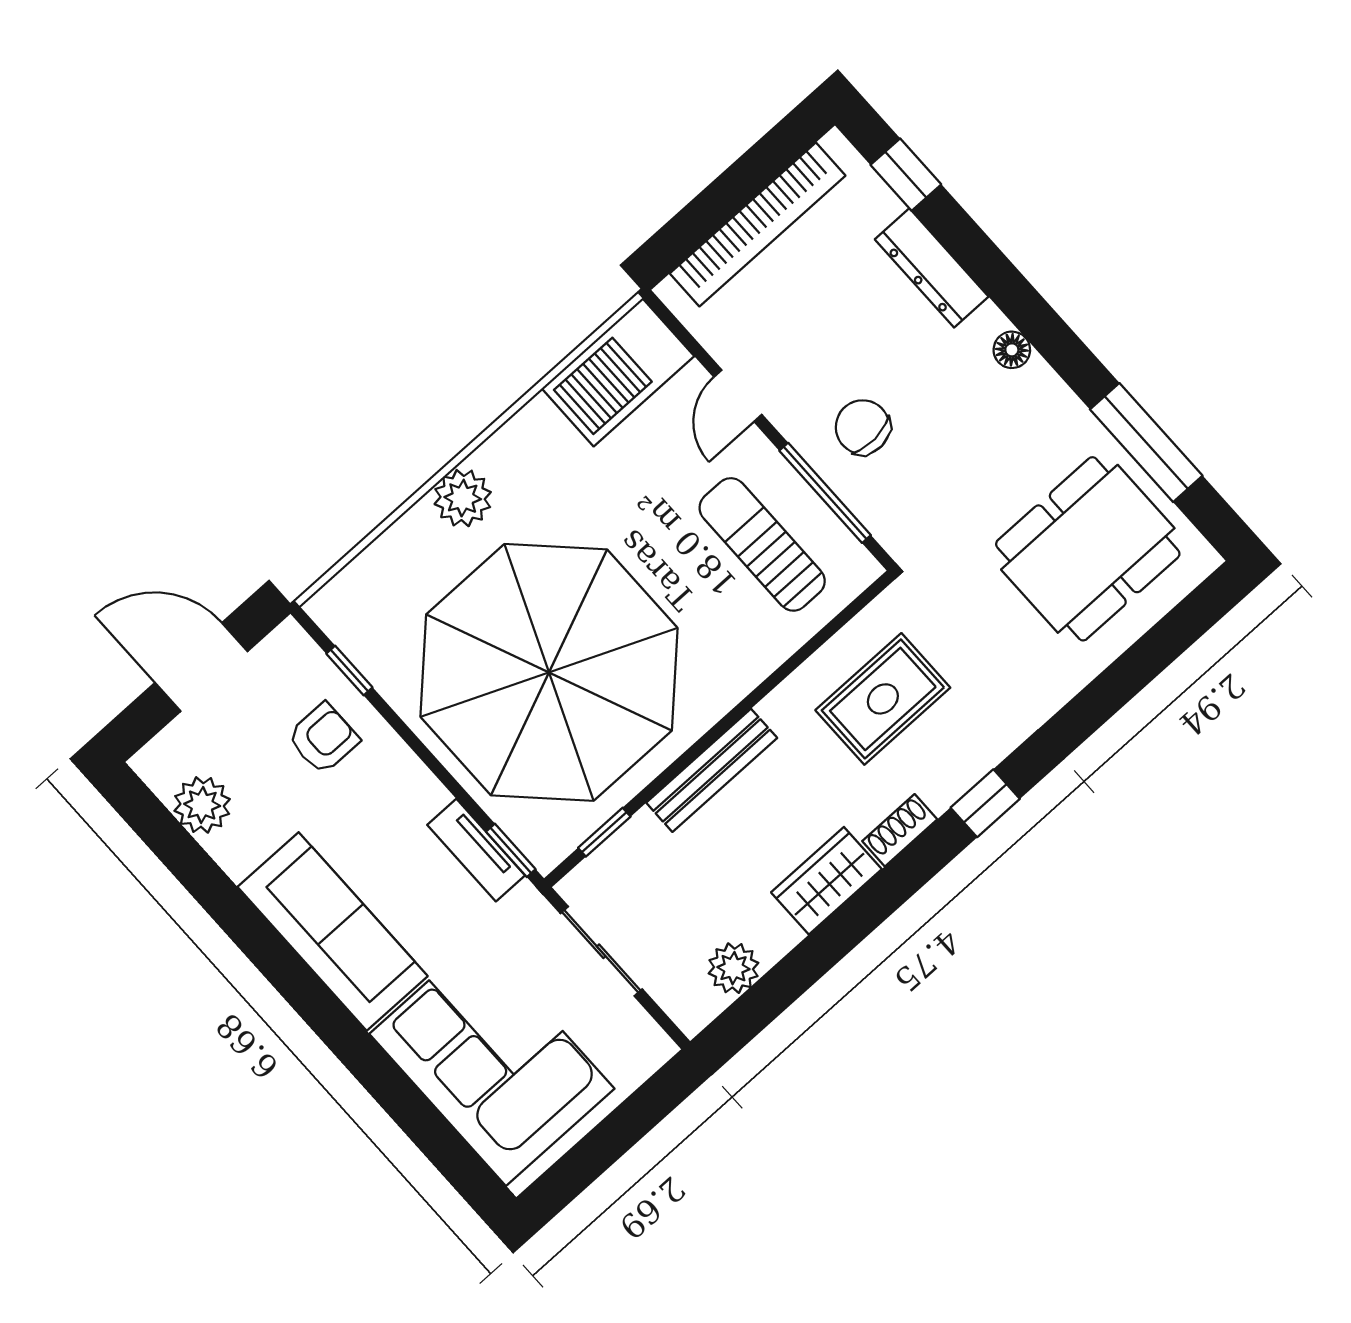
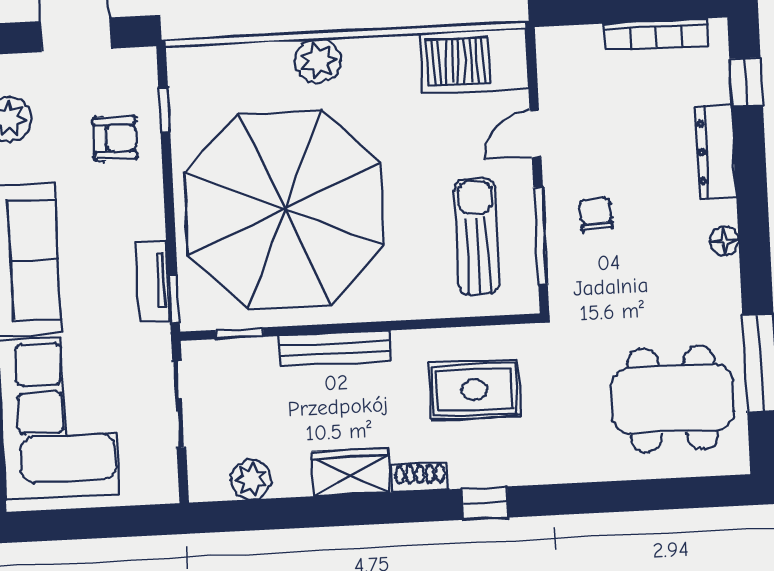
bookcase: (758, 224) -> (656, 34), width x0.68, depth x0.76
chair: (863, 427) -> (596, 214), width x0.73, depth x0.73

